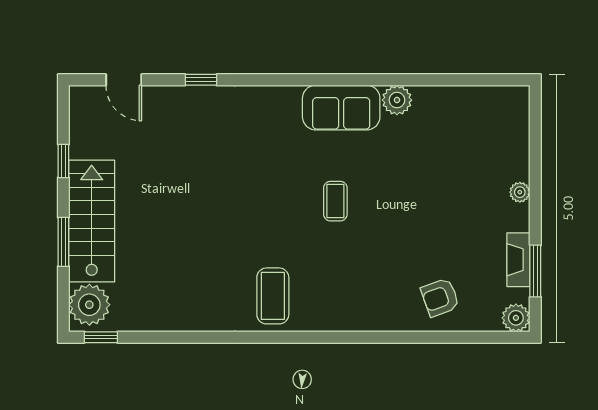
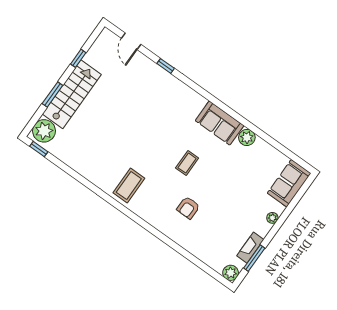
sofa: (508, 123) -> (289, 183), added
armchair: (440, 297) -> (188, 208), moved, turned -70

